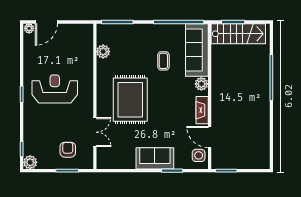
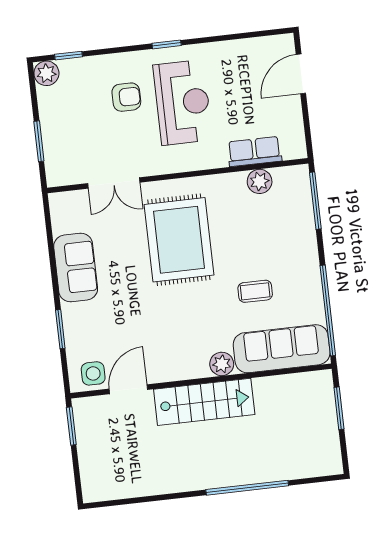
door: (46, 22) -> (301, 74), hinge flipped
plant: (29, 28) -> (286, 44), removed
stairs: (238, 34) -> (204, 402), moved, turned -90
row of seats: (86, 52) -> (254, 152), added
rug: (130, 100) -> (179, 240), turned 90
fireplace: (202, 110) -> (175, 370), removed
armchair: (68, 150) -> (126, 97), moved
sofa: (155, 158) -> (76, 268), moved

